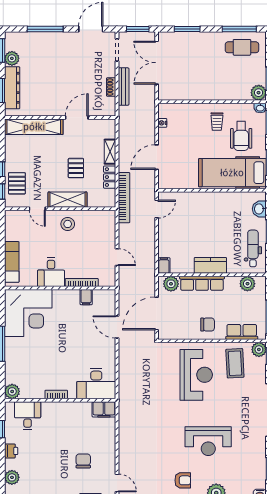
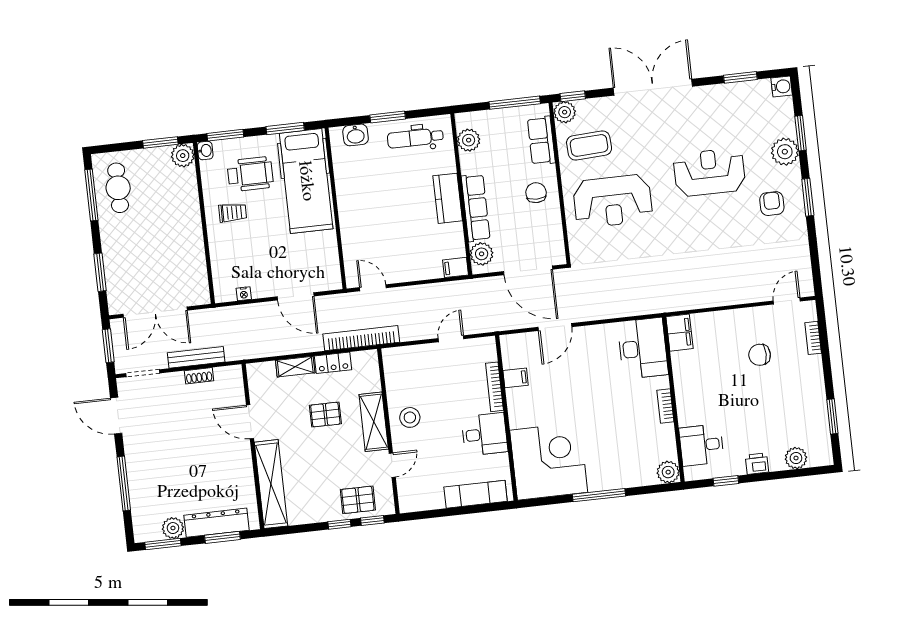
reception desk: (196, 375) -> (613, 201), turned 180
reception desk: (208, 441) -> (709, 172), turned -90

